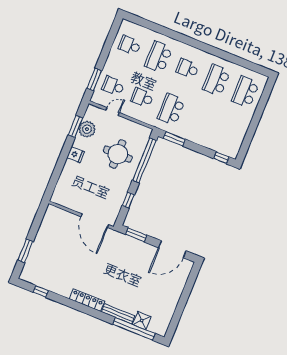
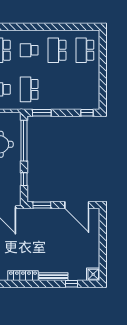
door: (172, 249) -> (77, 205), hinge flipped
shower: (142, 321) -> (93, 274), moved
window: (134, 329) -> (72, 284), width x0.32

